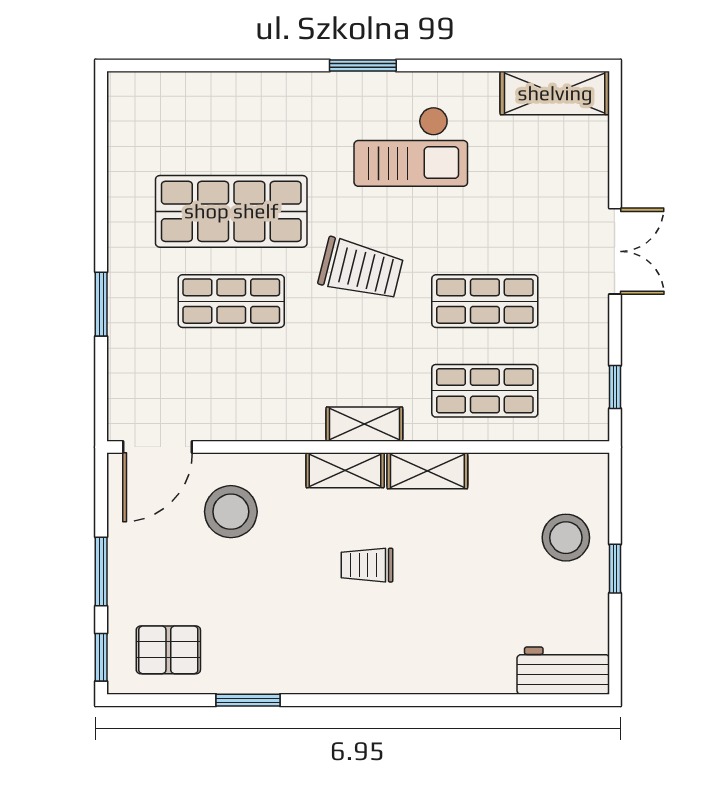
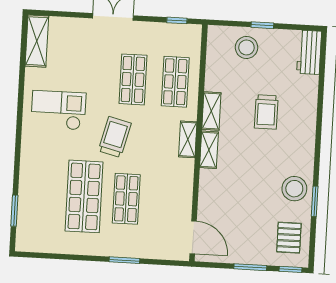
window: (363, 65) -> (14, 211), moved
checkout: (411, 147) -> (58, 110), turned -90
stool: (231, 512) -> (294, 189), moved
trolley: (367, 565) -> (266, 112), moved, width x1.36, depth x1.39

